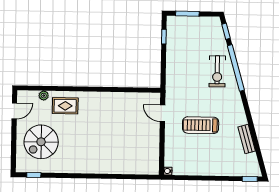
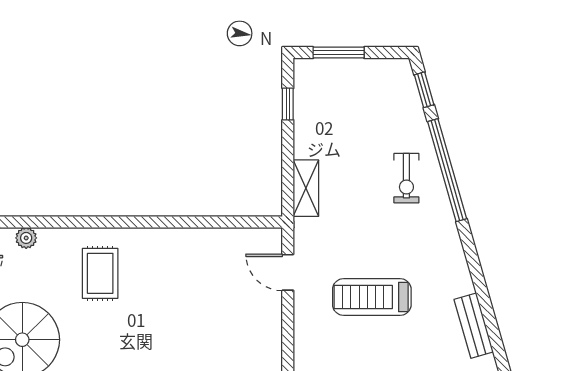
exercise bike: (217, 71) -> (406, 178), width x0.73, depth x0.72
shelving: (171, 75) -> (306, 188), added
rug: (65, 106) -> (100, 273), moved, turned 90

